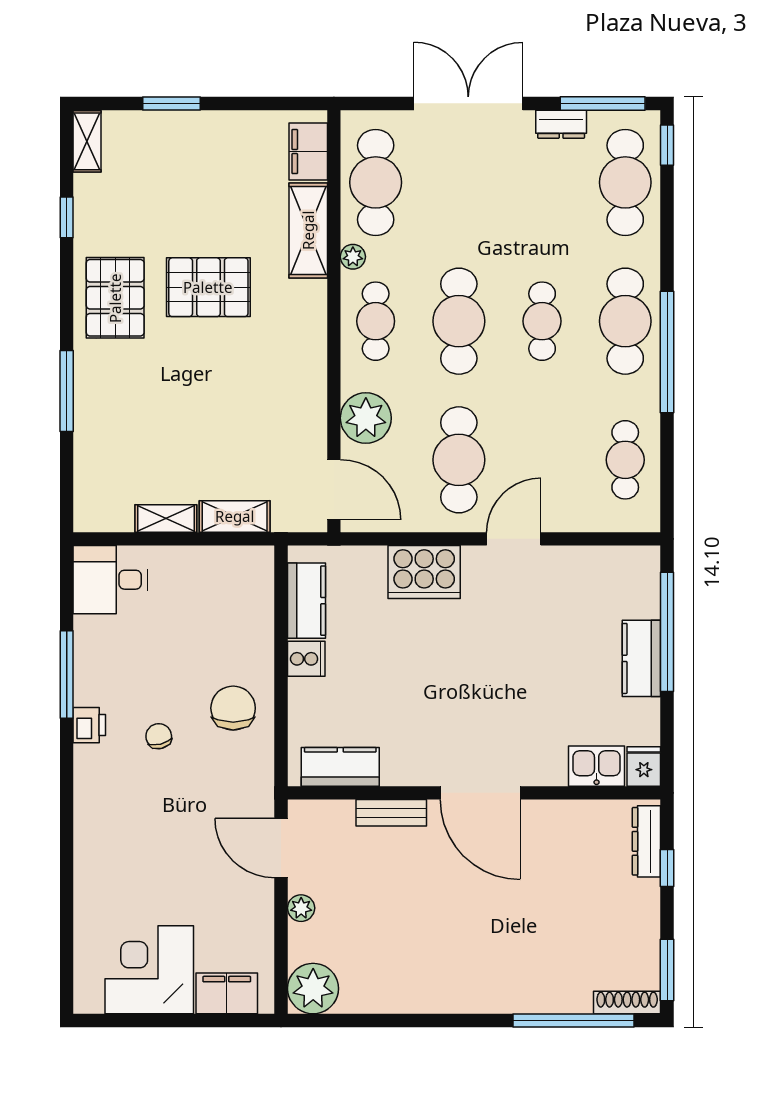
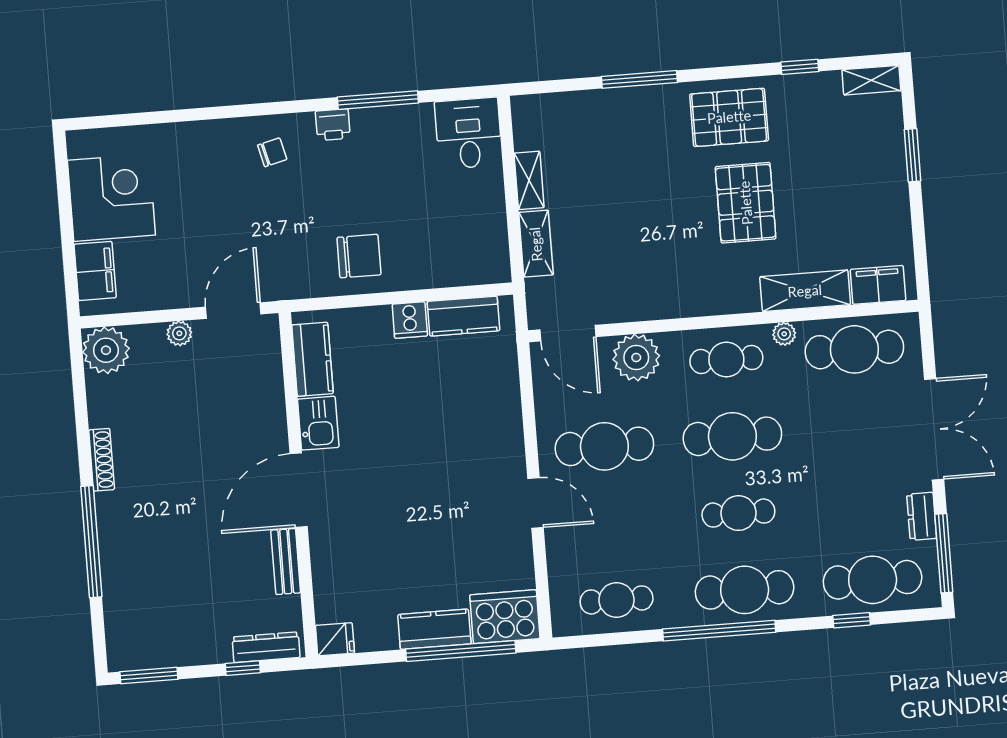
window: (667, 145) -> (852, 620), moved
door: (334, 490) -> (568, 333), hinge flipped
cooker: (424, 572) -> (505, 617), moved, turned 90
chair: (159, 736) -> (272, 152), moved
kitchen sink: (597, 766) -> (318, 423), moved
bench: (391, 813) -> (286, 561), moved
shoe rack: (627, 1003) -> (102, 460), moved
window: (574, 1021) -> (91, 542), moved

